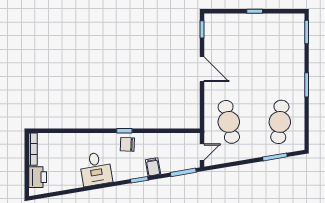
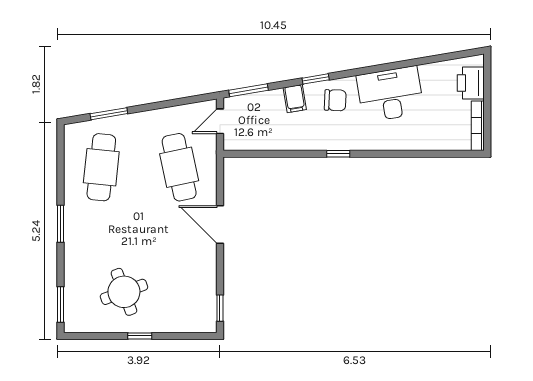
round table: (265, 40) -> (124, 292), added
door: (202, 69) -> (220, 225), moved
chair: (127, 144) -> (335, 100), moved
desk: (96, 169) -> (390, 94), width x1.37

